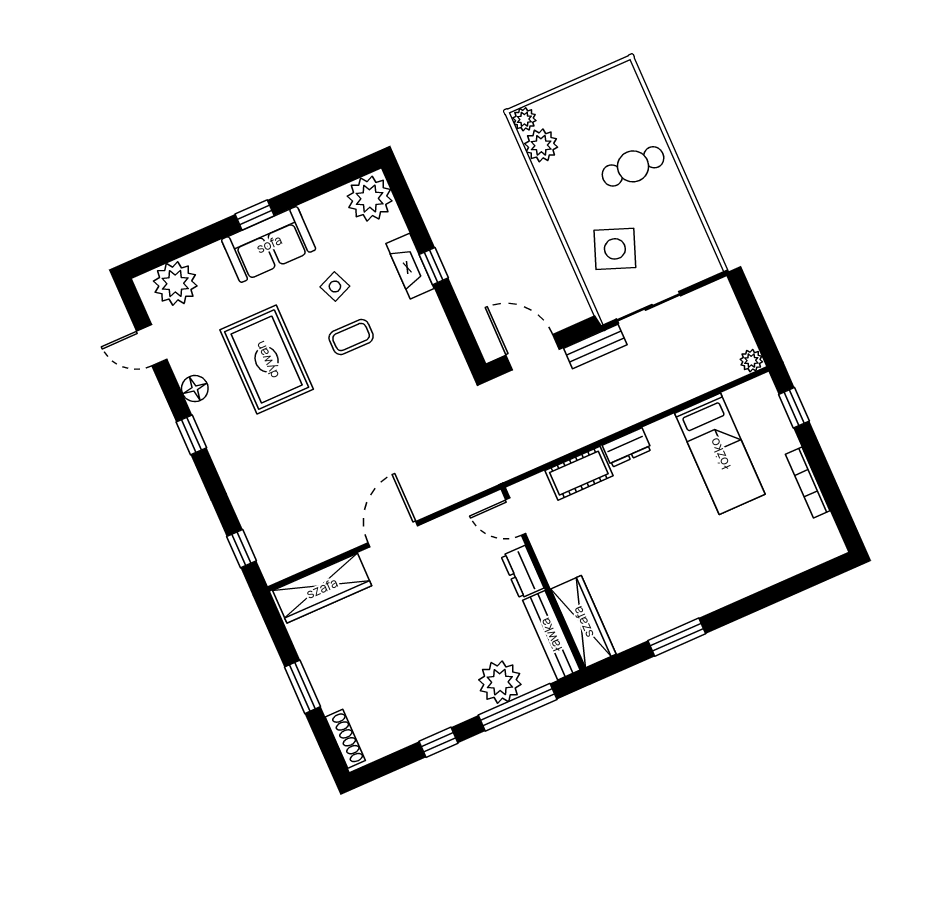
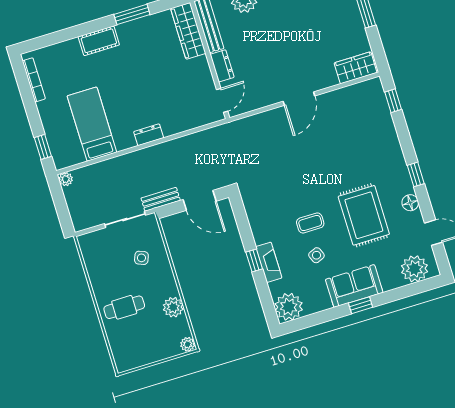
plant: (541, 145) -> (173, 307), moved
side table: (615, 249) -> (141, 258), width x0.54, depth x0.54
cot: (579, 473) -> (99, 41), moved
bookcase: (808, 483) -> (34, 80), moved
door: (516, 517) -> (222, 100), hinge flipped
wardrobe: (322, 588) -> (356, 68), width x0.67

